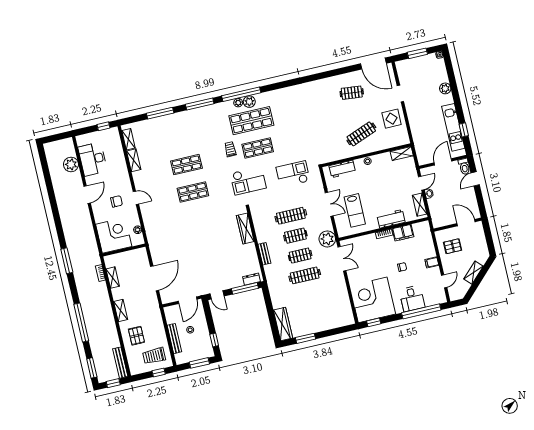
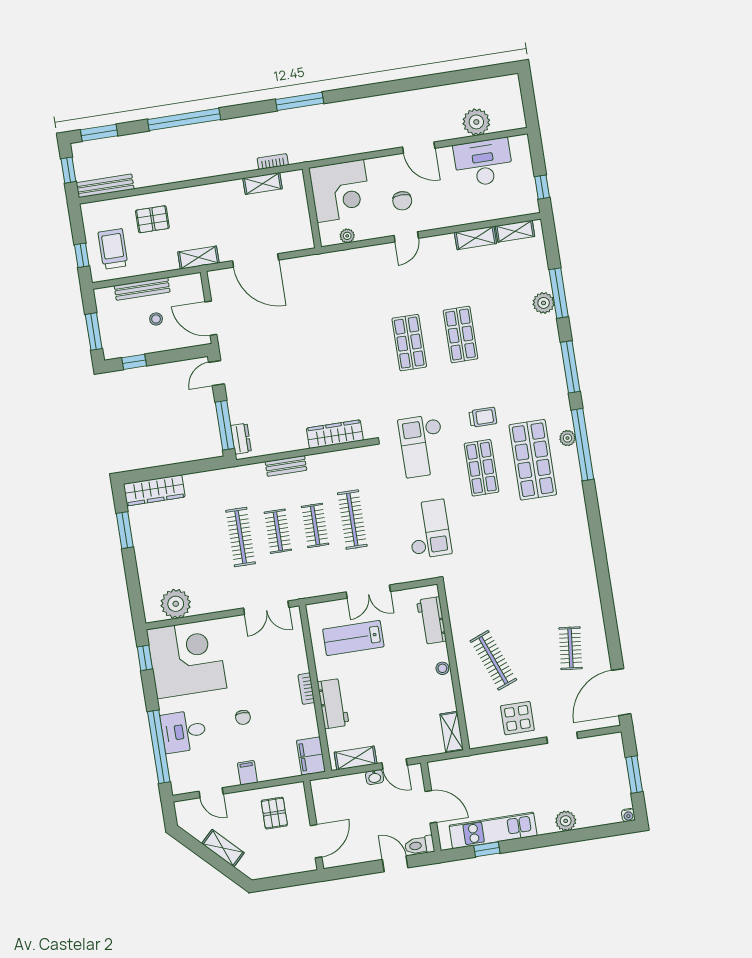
plant: (249, 102) -> (544, 303), moved
filing cabinet: (403, 233) -> (311, 756), moved
plant: (327, 239) -> (176, 604), moved
shelving: (121, 310) -> (198, 258), moved

